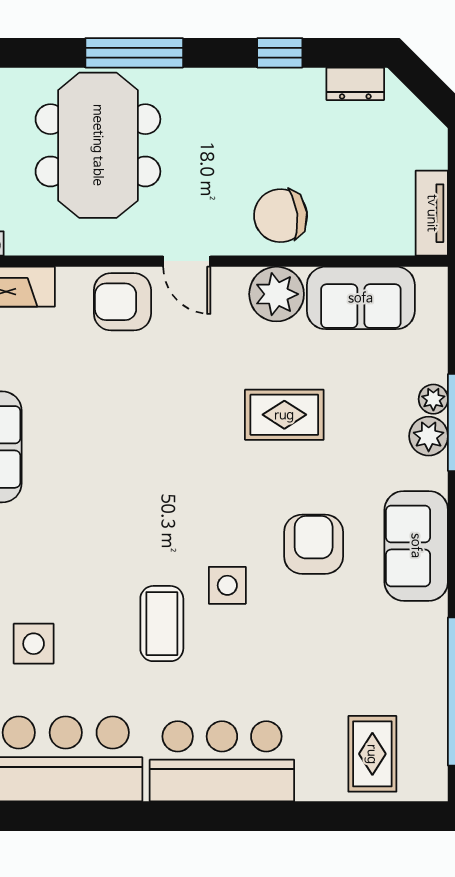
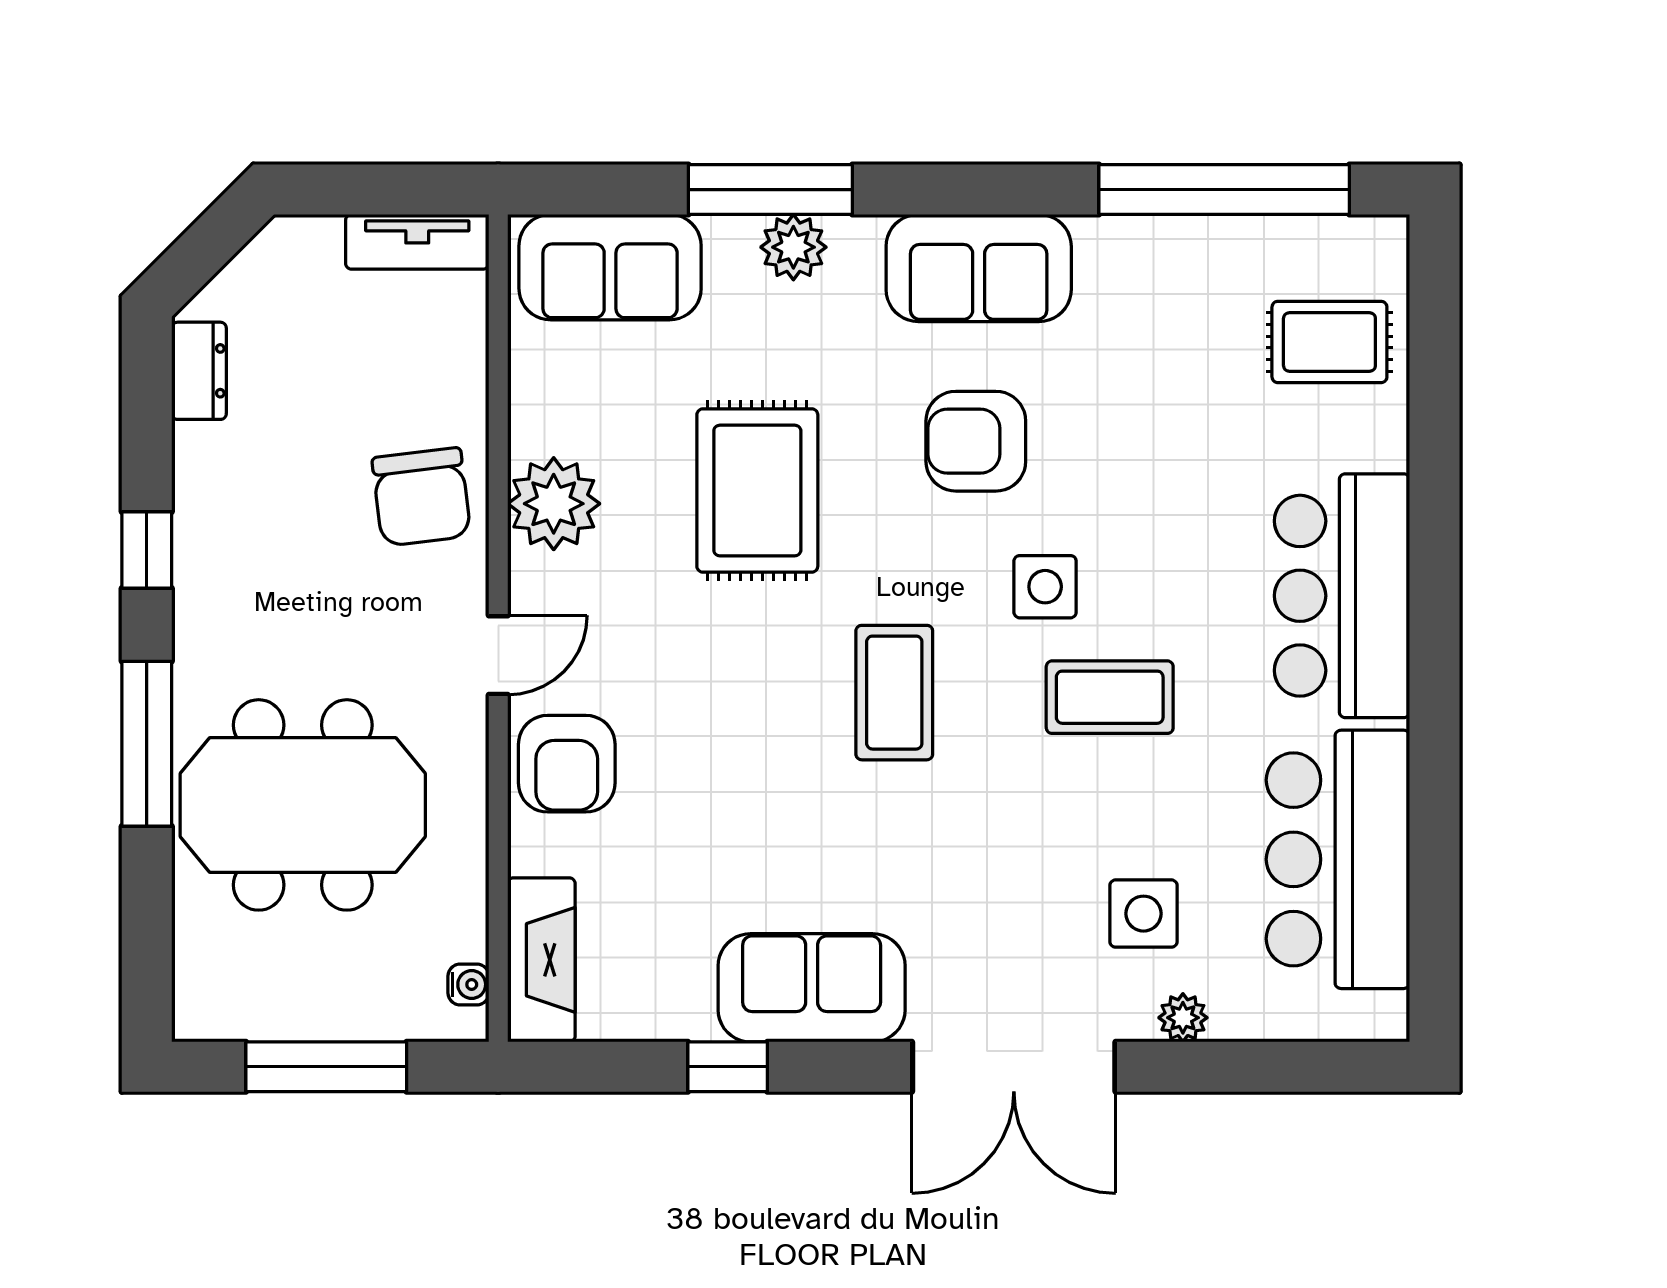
window: (280, 53) -> (147, 550), moved
sofa: (361, 298) -> (610, 267), moved, turned 90
plant: (433, 399) -> (731, 239), removed
rug: (284, 415) -> (757, 491), width x1.36, depth x1.43
coffee table: (165, 496) -> (894, 693), added

